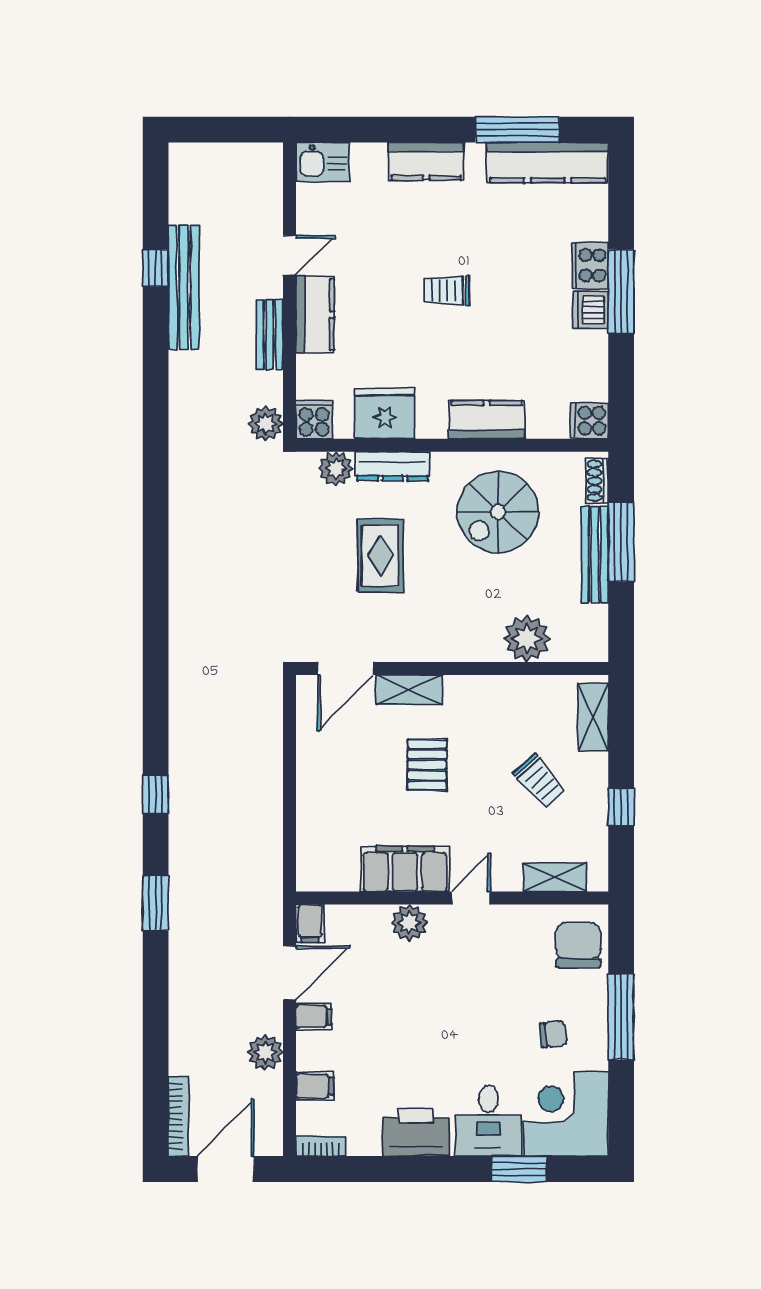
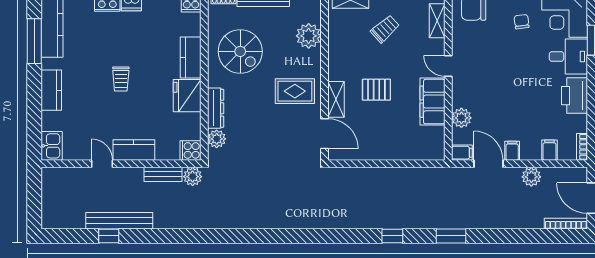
bench: (270, 335) -> (163, 174), moved
fridge: (385, 413) -> (187, 96), moved
rug: (380, 556) -> (295, 91), moved
plant: (409, 923) -> (461, 118), moved

